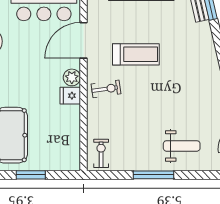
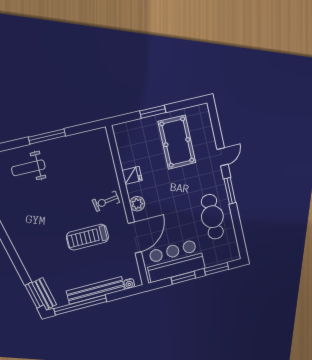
fridge: (70, 96) -> (132, 175), moved
exercise bike: (101, 153) -> (97, 145), removed

